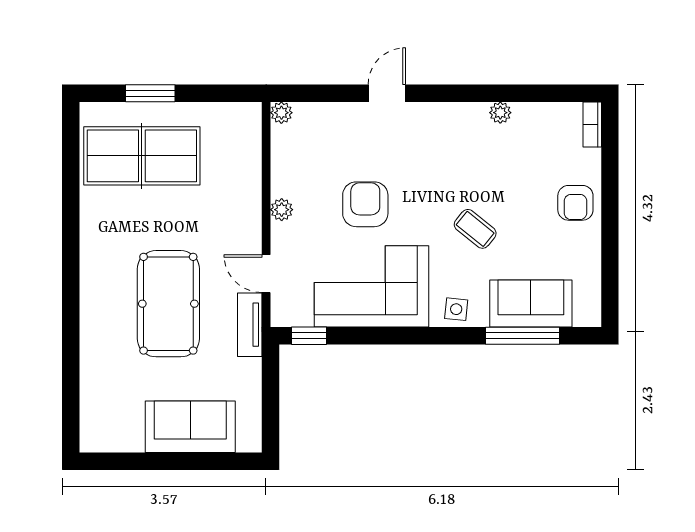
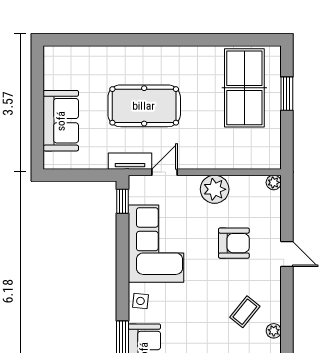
armchair: (365, 204) -> (234, 243), moved
plant: (282, 210) -> (215, 189), width x1.87, depth x1.87
coffee table: (475, 229) -> (245, 312), moved

